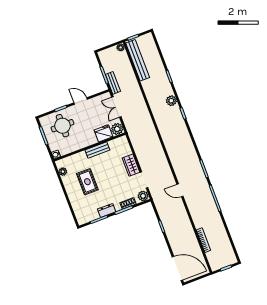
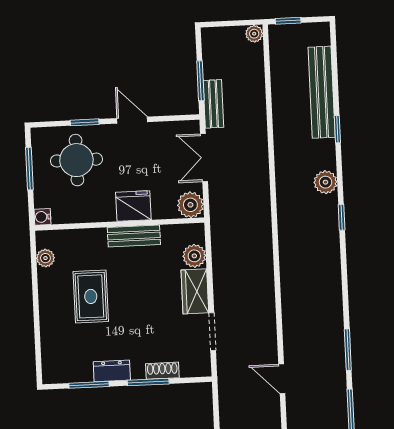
bench: (138, 60) -> (322, 92), moved
fridge: (103, 133) -> (133, 206), moved
plant: (143, 196) -> (194, 256), moved

